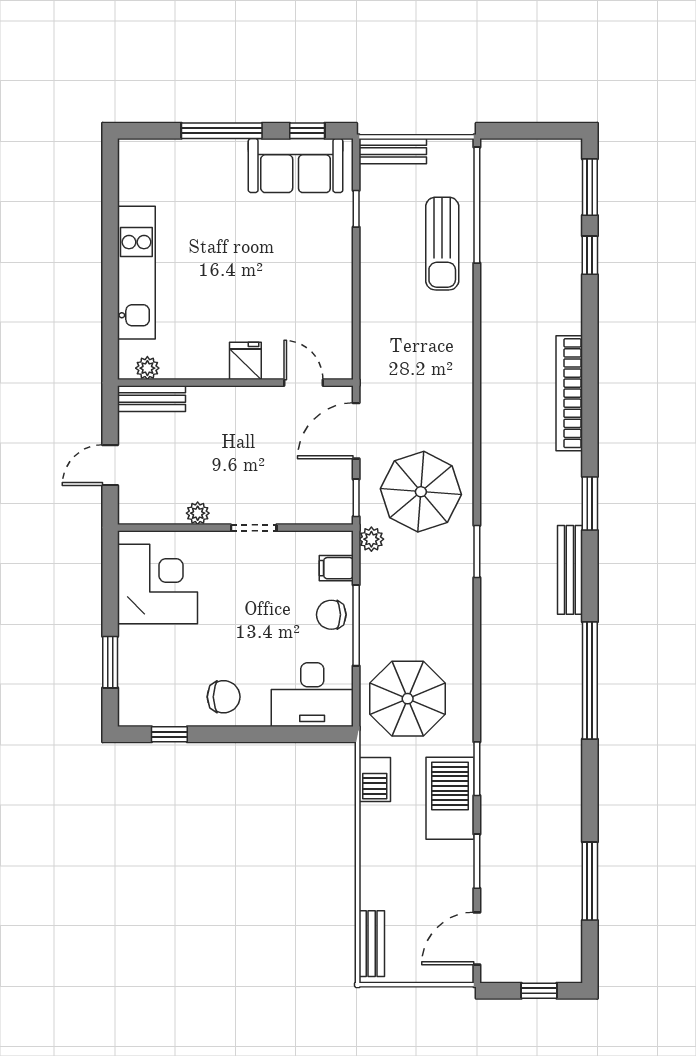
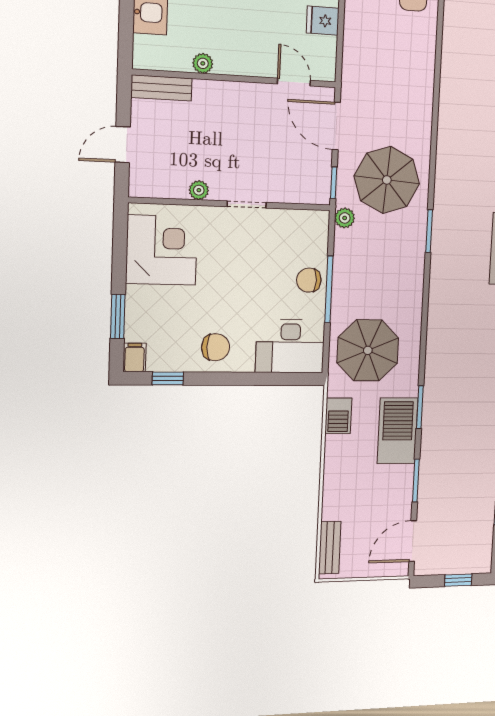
fridge: (245, 361) -> (323, 21), moved, turned -90
plant: (147, 368) -> (203, 63), moved
door: (356, 431) -> (336, 126), hinge flipped
filing cabinet: (336, 568) -> (134, 358), moved, turned 90

